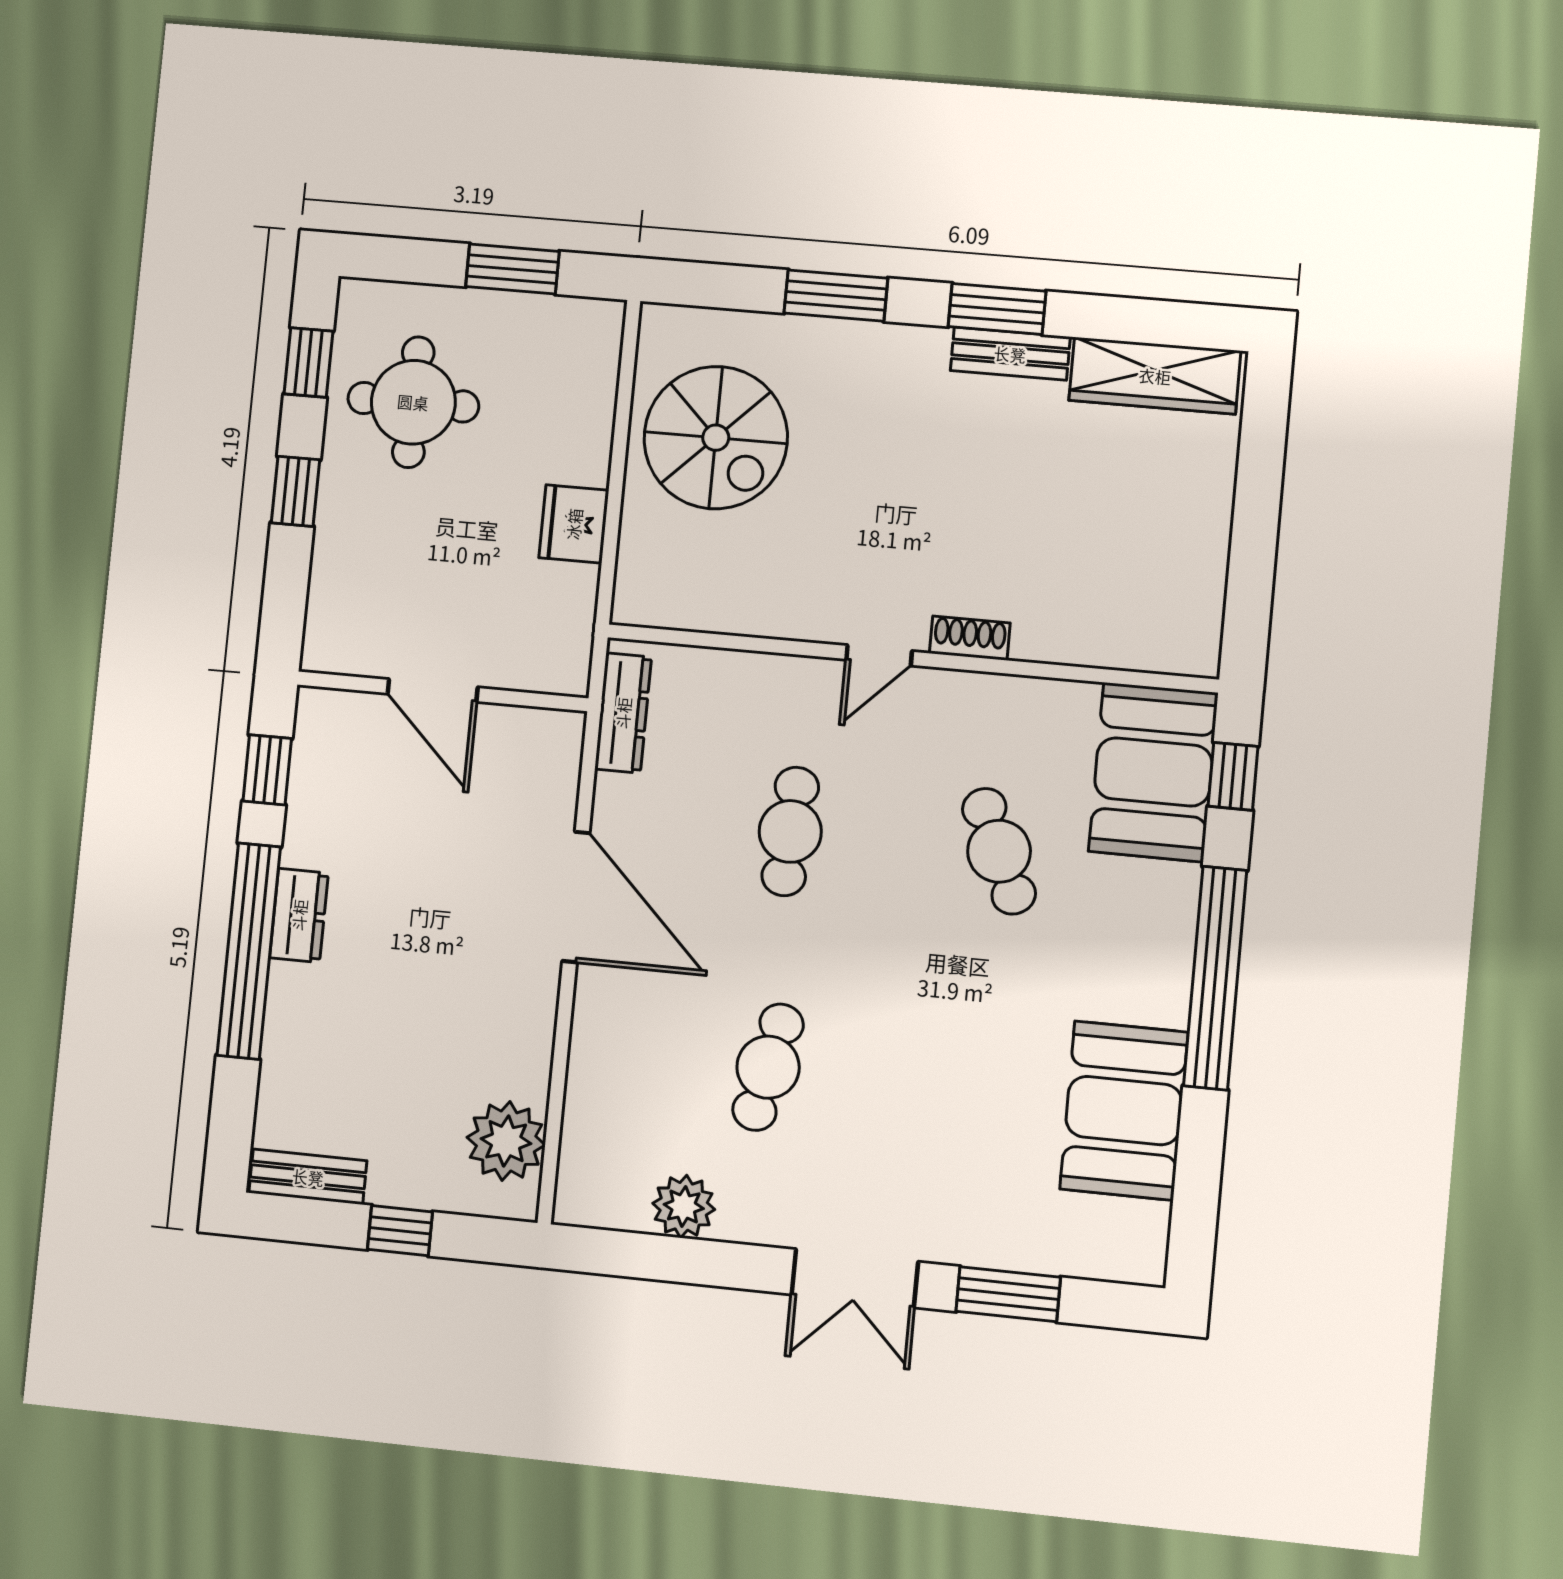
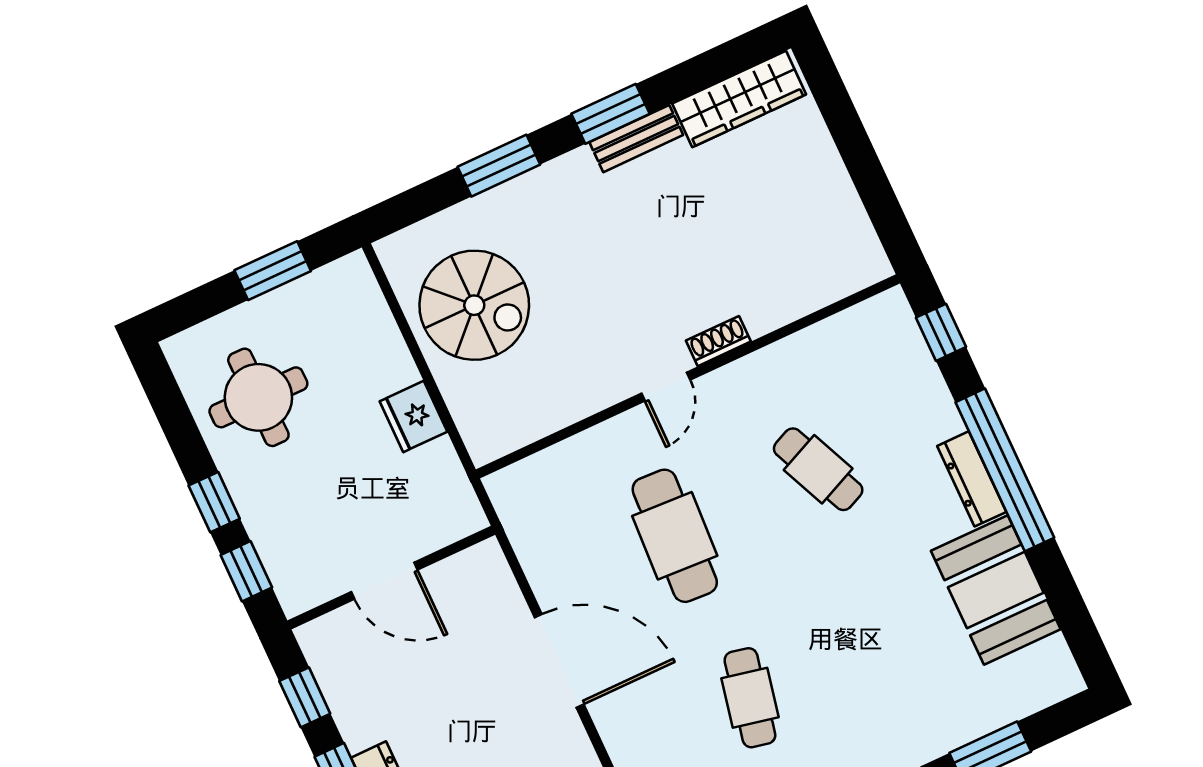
window: (309, 363) -> (246, 571), moved
dresser: (623, 713) -> (972, 479), moved, turned 180
booth: (1153, 772) -> (888, 359), removed
cafe table: (790, 831) -> (675, 536), width x1.37, depth x1.35

